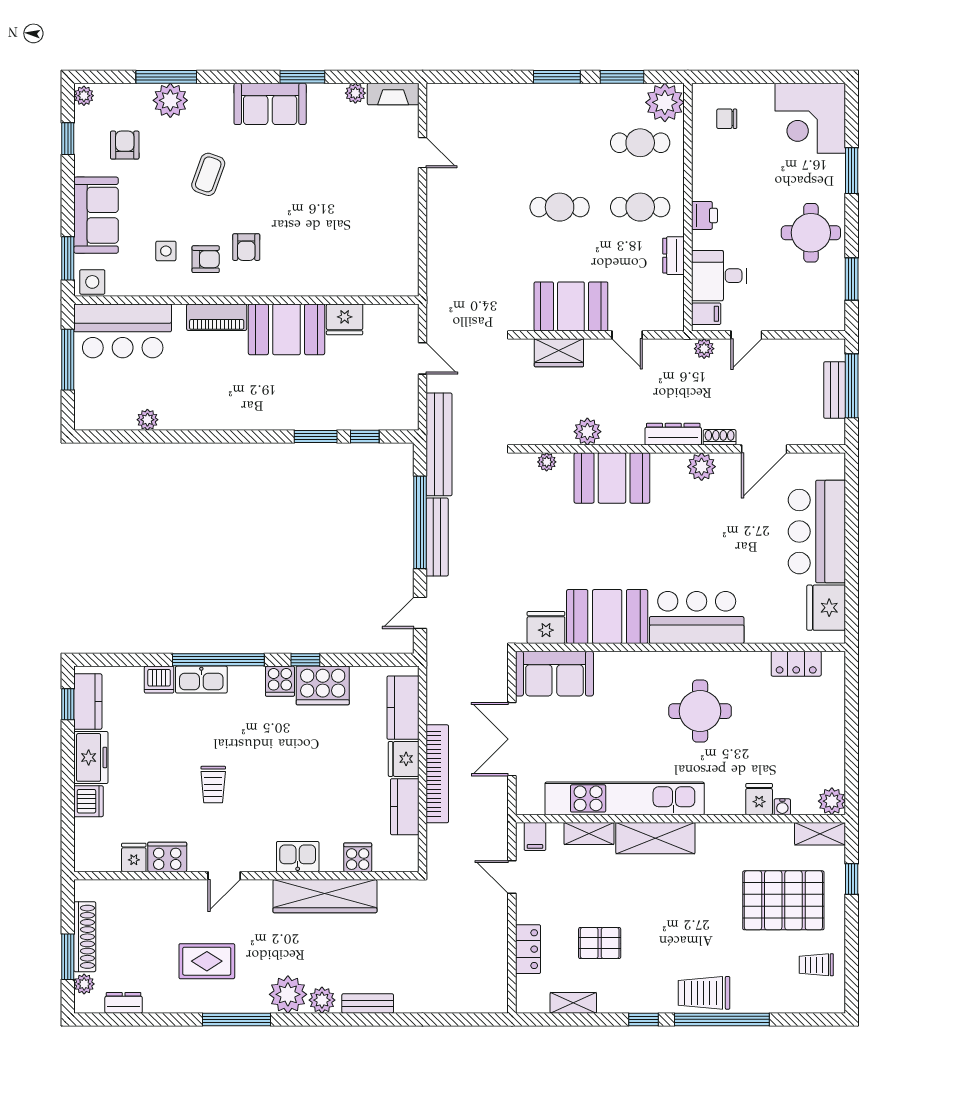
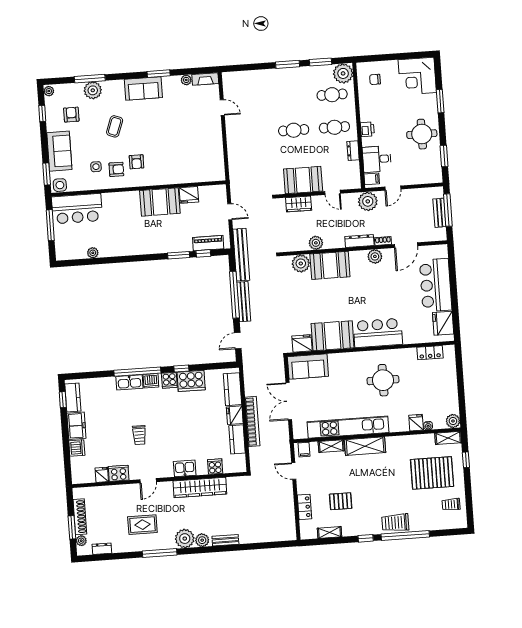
piano: (217, 317) -> (208, 243), moved, turned 180
plant: (704, 349) -> (368, 201), width x1.87, depth x1.87
plant: (547, 462) -> (301, 263), width x1.87, depth x1.87
dishwasher: (159, 680) -> (151, 381), moved

